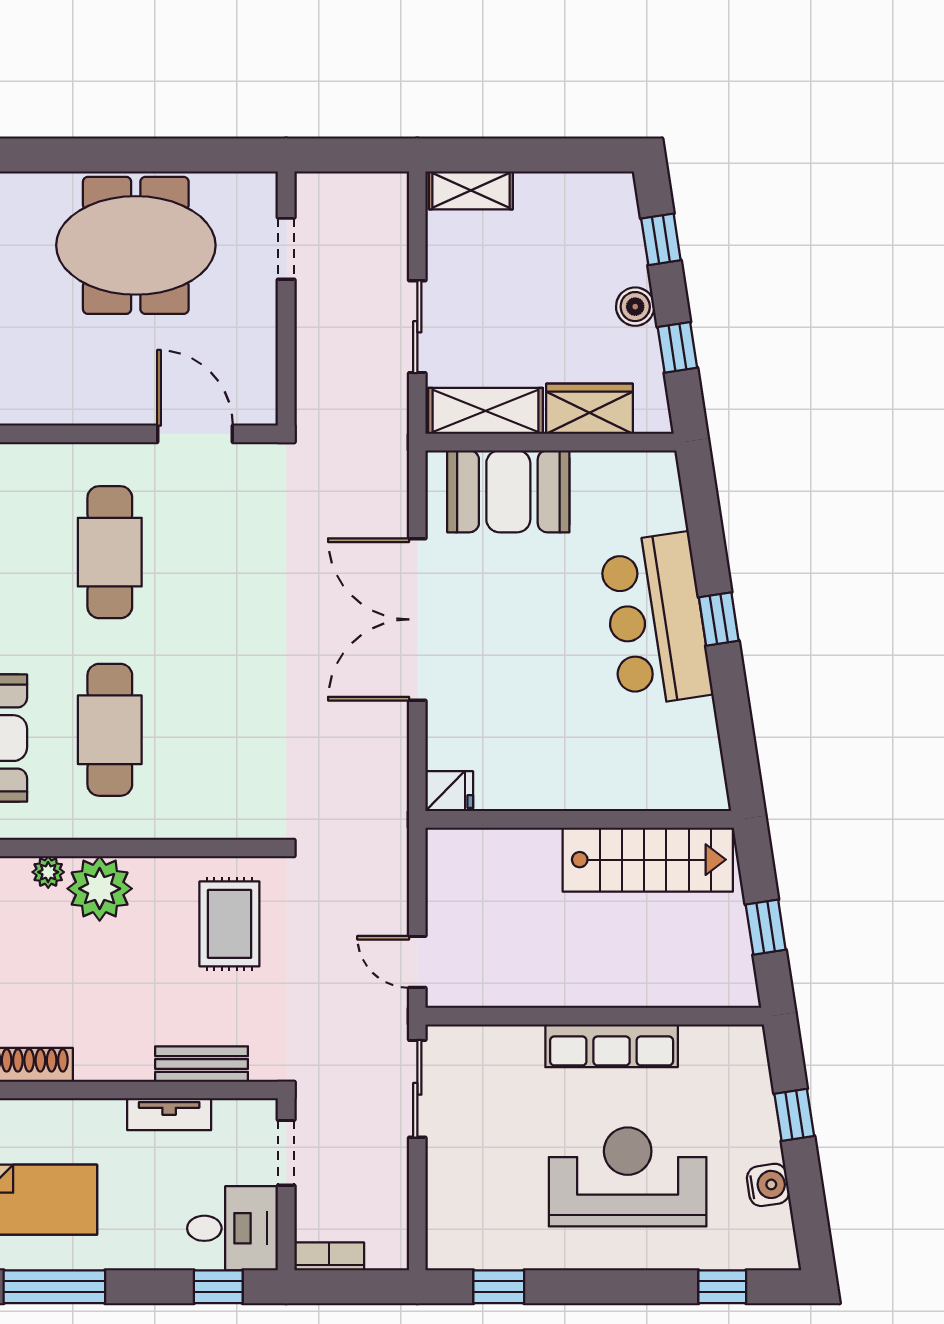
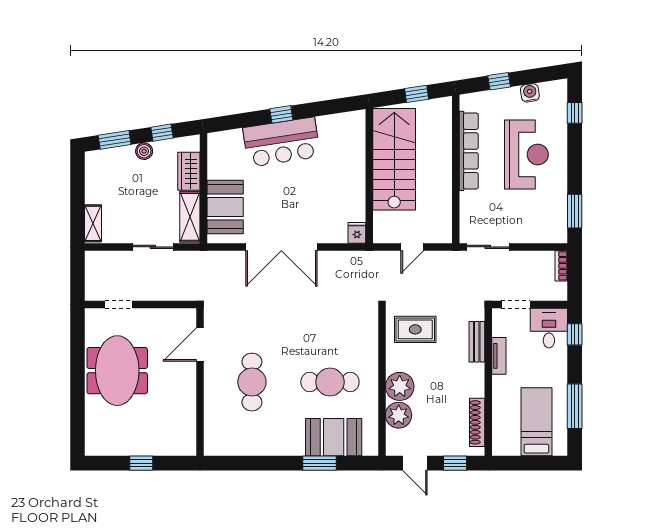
window: (661, 239) -> (115, 140), width x1.50
cafe table: (110, 552) -> (252, 382), turned 90
stairs: (648, 860) -> (394, 159), width x1.36, depth x1.51
plant: (48, 872) -> (399, 415), width x1.87, depth x1.87
door: (417, 962) -> (412, 247), moved
row of seats: (612, 1046) -> (469, 151), width x1.36
reception desk: (628, 1177) -> (526, 154), turned 180
bookcase: (329, 1256) -> (561, 266), moved
window: (499, 1287) -> (575, 211), width x1.50

